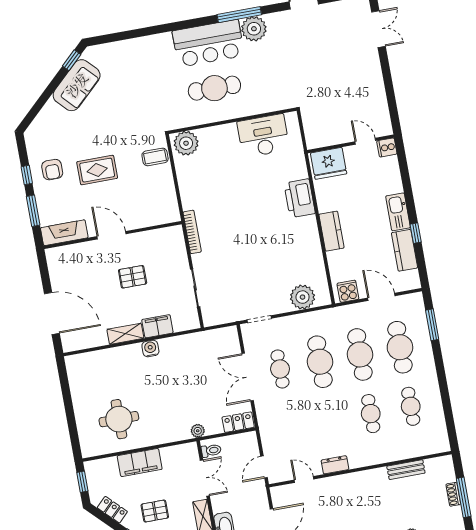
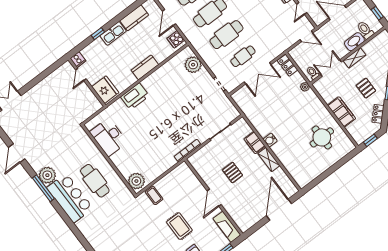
window: (416, 233) -> (98, 34), moved

